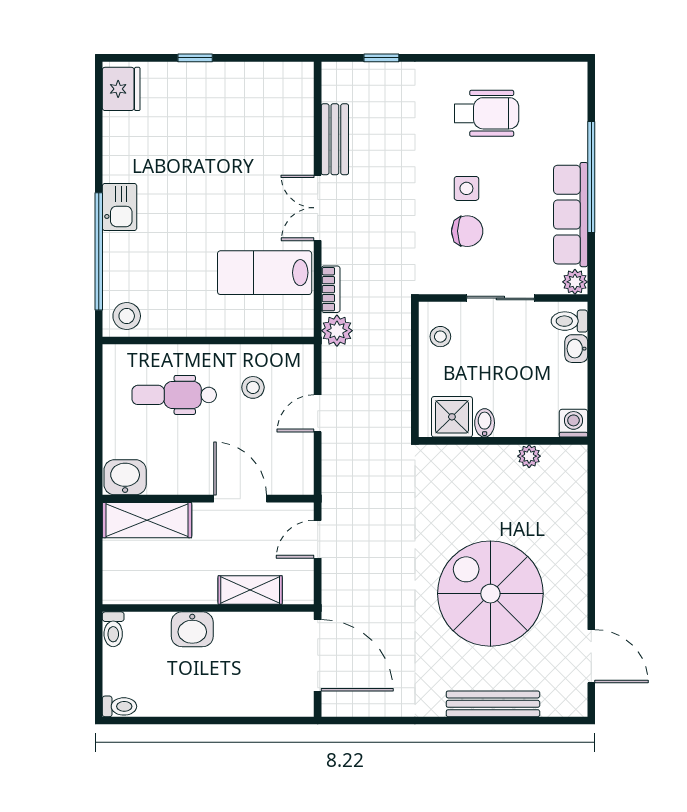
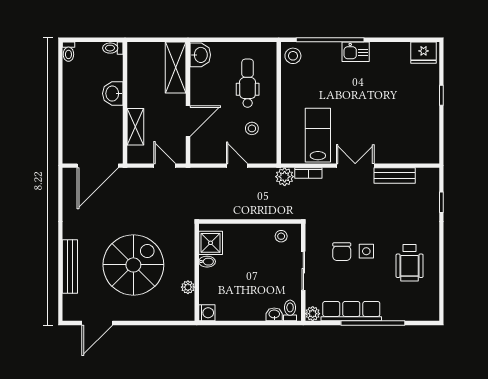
shower: (452, 417) -> (211, 243), moved
bidet: (485, 423) -> (207, 262), moved
washing machine: (573, 423) -> (207, 313), moved
wall: (503, 441) -> (197, 272), moved
plant: (529, 456) -> (188, 287), moved

